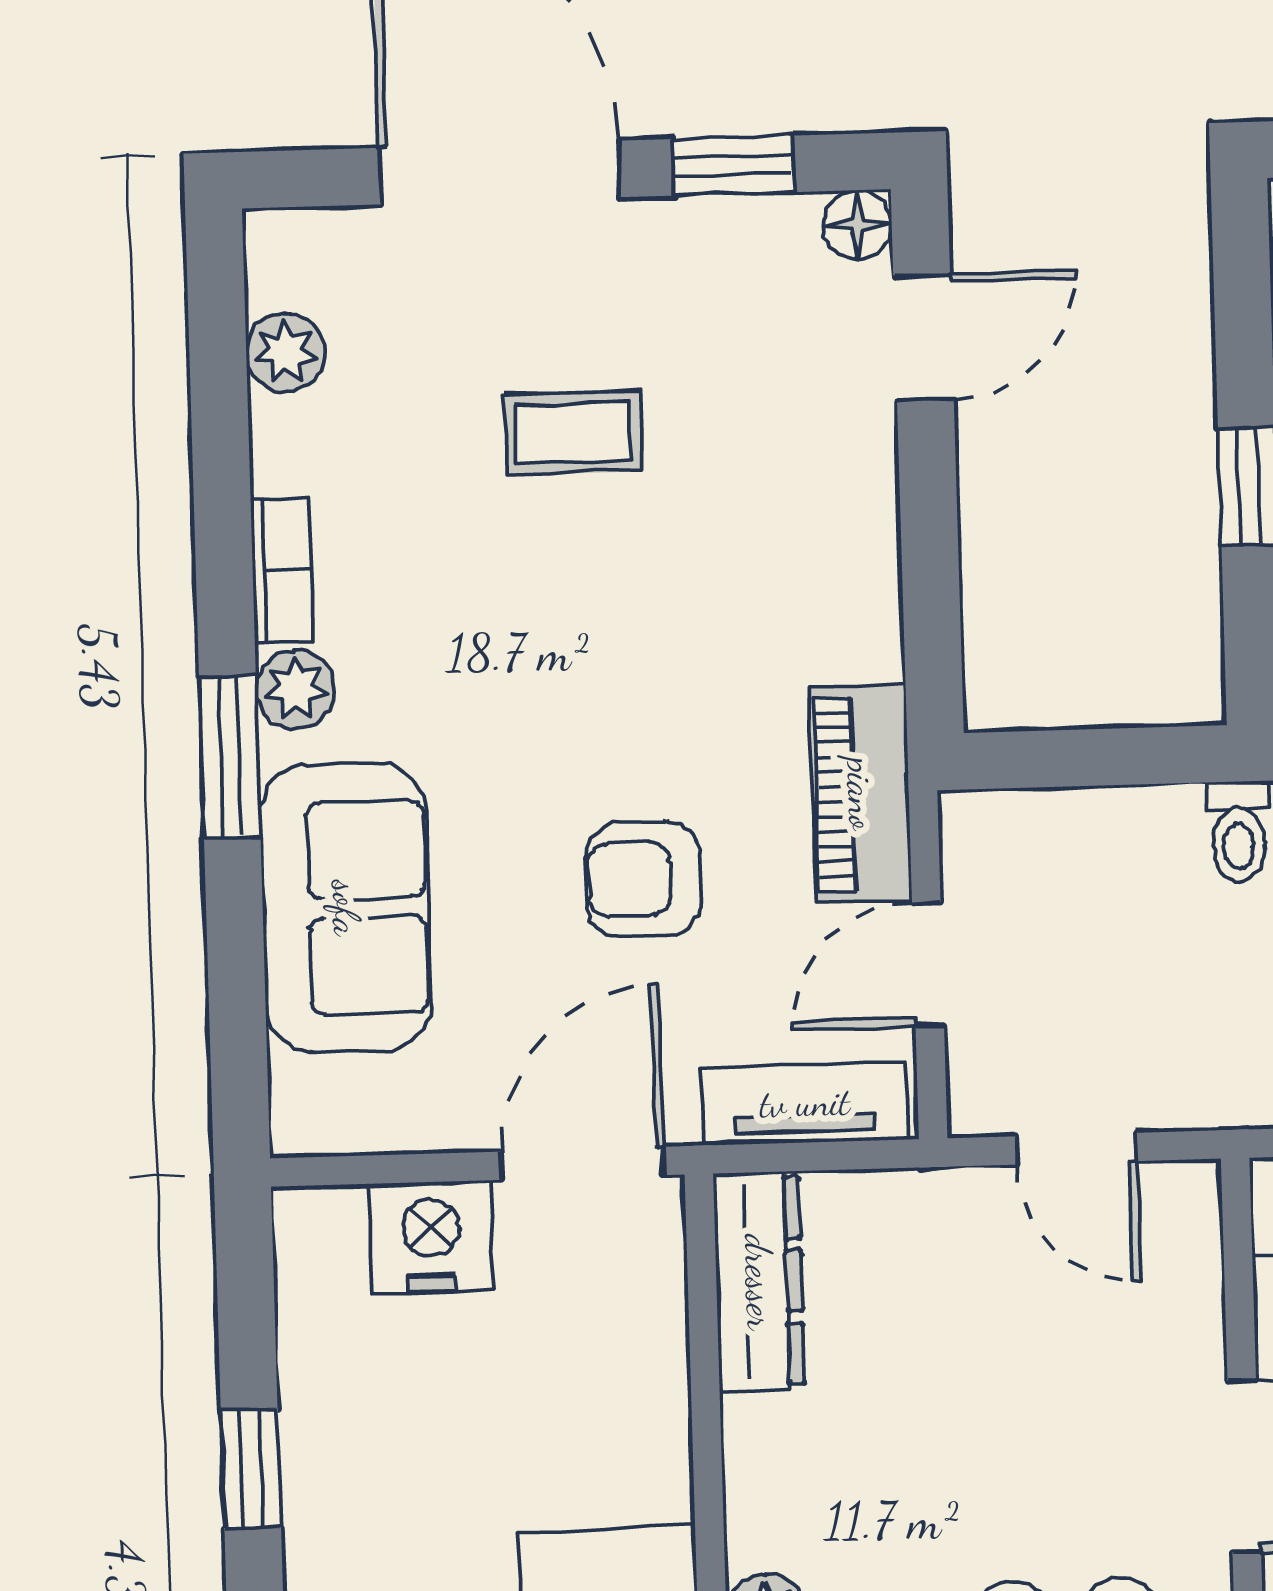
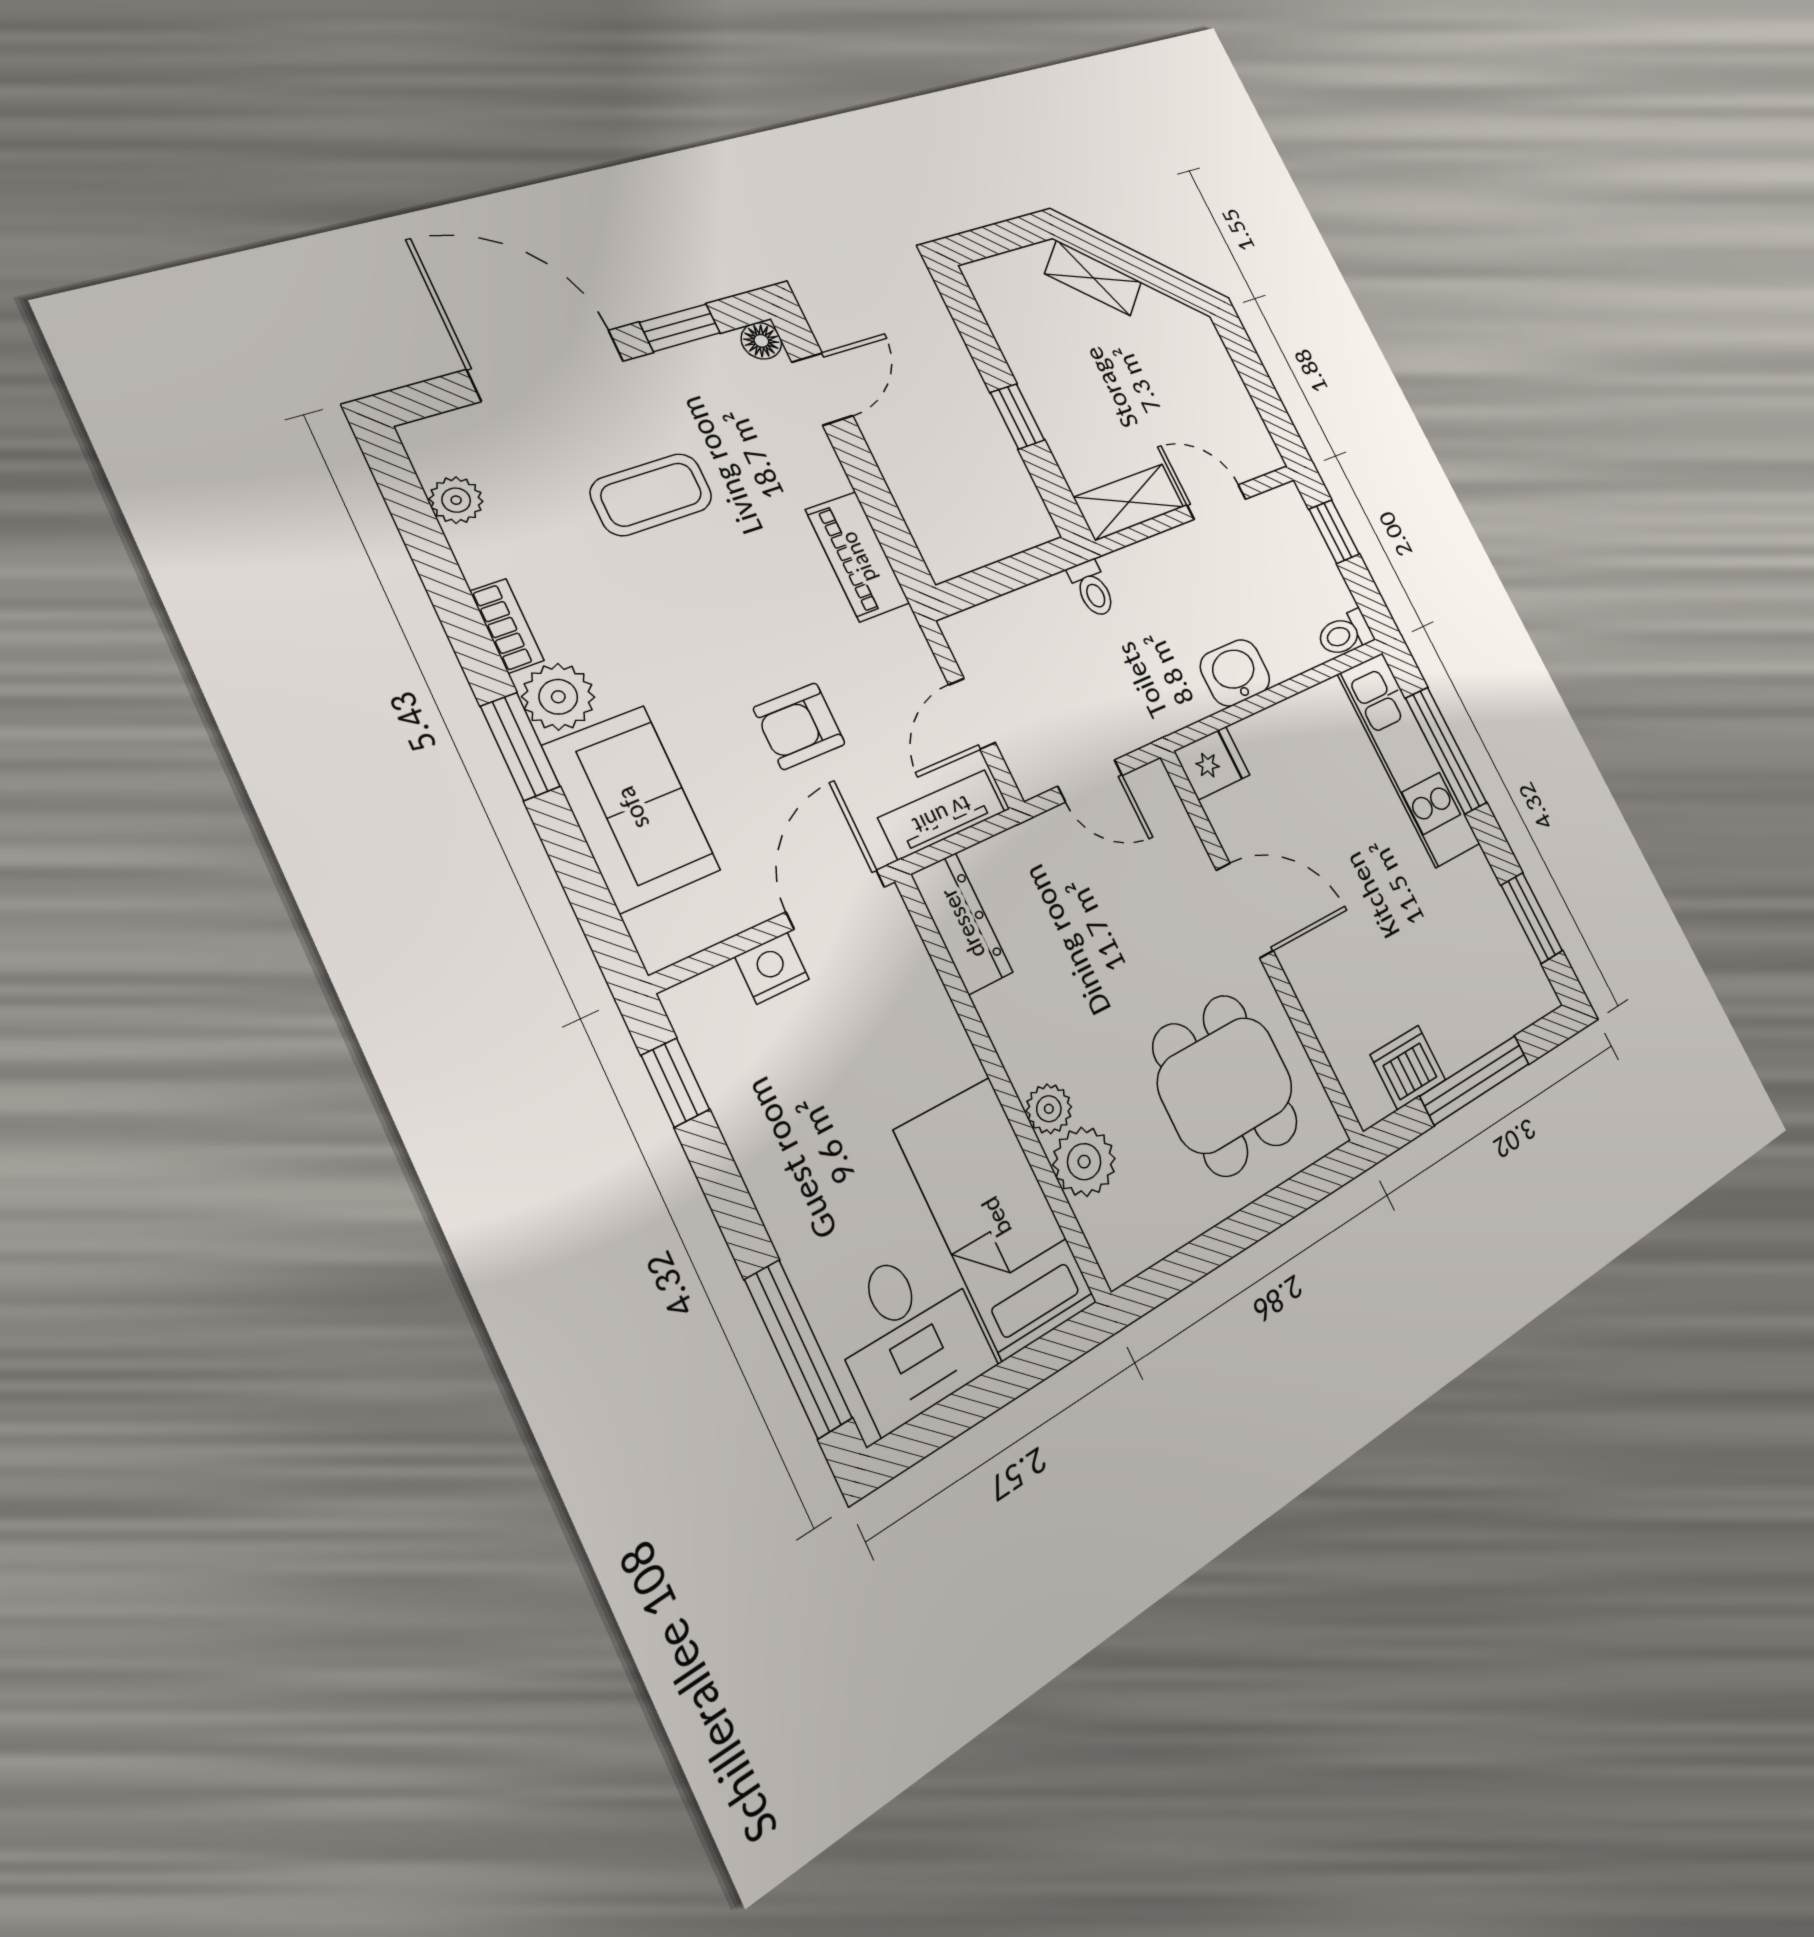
coffee table: (573, 433) -> (651, 494), width x1.36, depth x1.30
plant: (295, 689) -> (558, 697), width x1.38, depth x1.38
piano: (861, 794) -> (858, 557), moved
nightstand: (431, 1237) -> (772, 968), width x0.74, depth x0.75
window: (251, 1469) -> (675, 1082), moved

